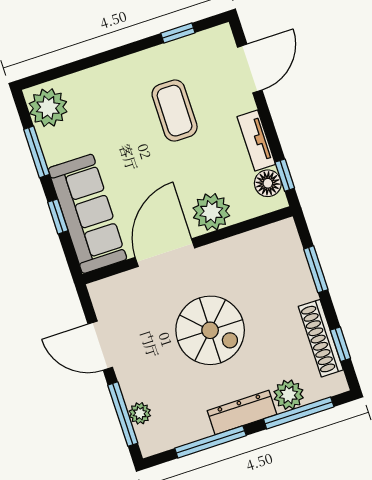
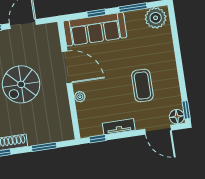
window: (178, 33) -> (186, 110), moved
coffee table: (175, 111) -> (142, 85), turned 90
floor lamp: (268, 183) -> (177, 117), moved
plant: (211, 212) -> (80, 97), width x0.53, depth x0.53

